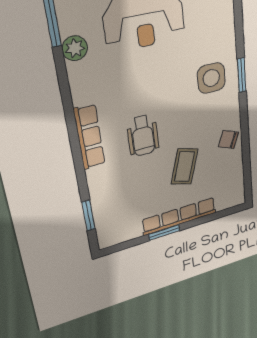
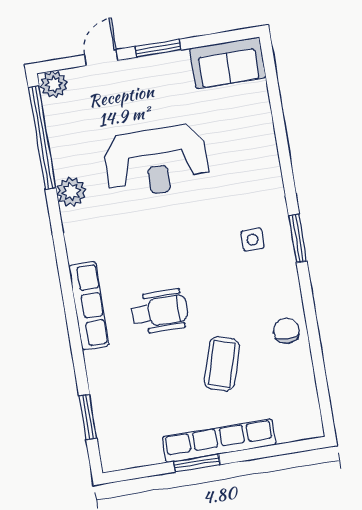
side table: (211, 78) -> (253, 240), width x0.54, depth x0.54
wheelchair: (143, 136) -> (160, 311), turned -90
chair: (228, 139) -> (286, 331), turned 68

